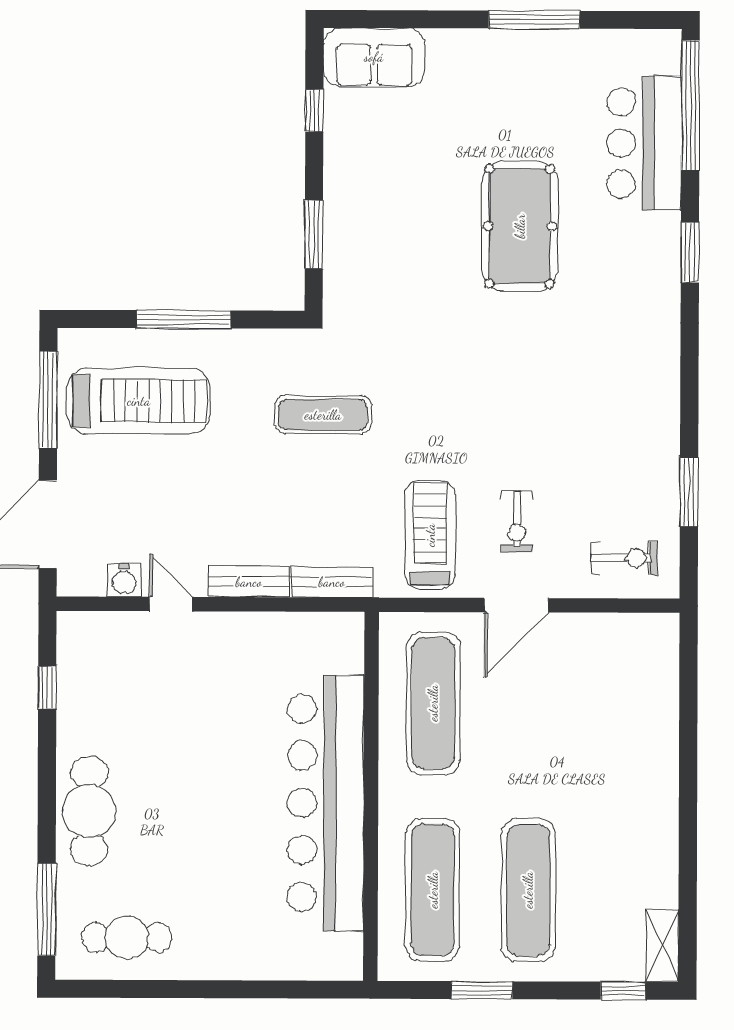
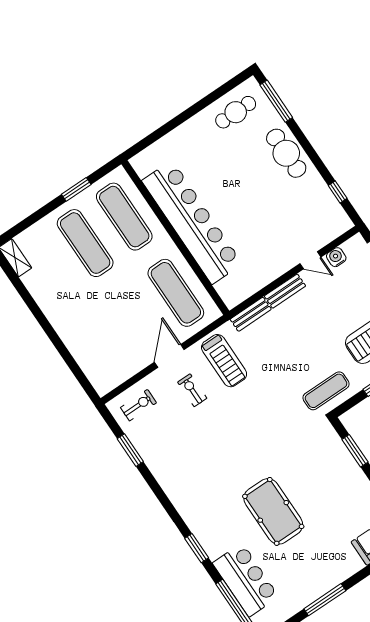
exercise mat: (323, 415) -> (326, 391), moved
exercise bike: (624, 558) -> (138, 405), turned 180
window: (623, 991) -> (19, 228), removed

